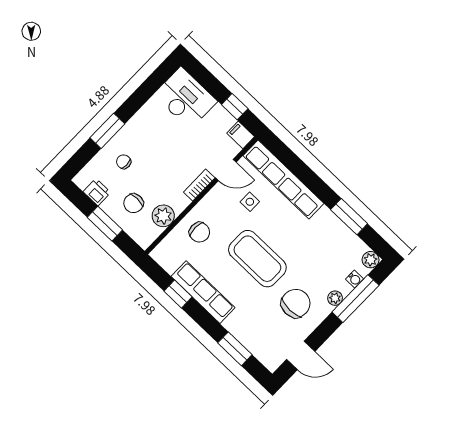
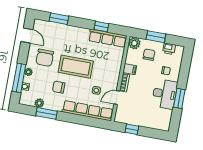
desk: (185, 98) -> (165, 94), moved, turned -90
window: (107, 131) -> (179, 98), moved
filing cabinet: (241, 135) -> (130, 69), moved
plant: (163, 216) -> (134, 43), moved
chair: (199, 232) -> (59, 87), moved
plant: (371, 260) -> (39, 103), moved
row of seats: (203, 292) -> (108, 38), moved
door: (301, 355) -> (27, 35), swing flipped

